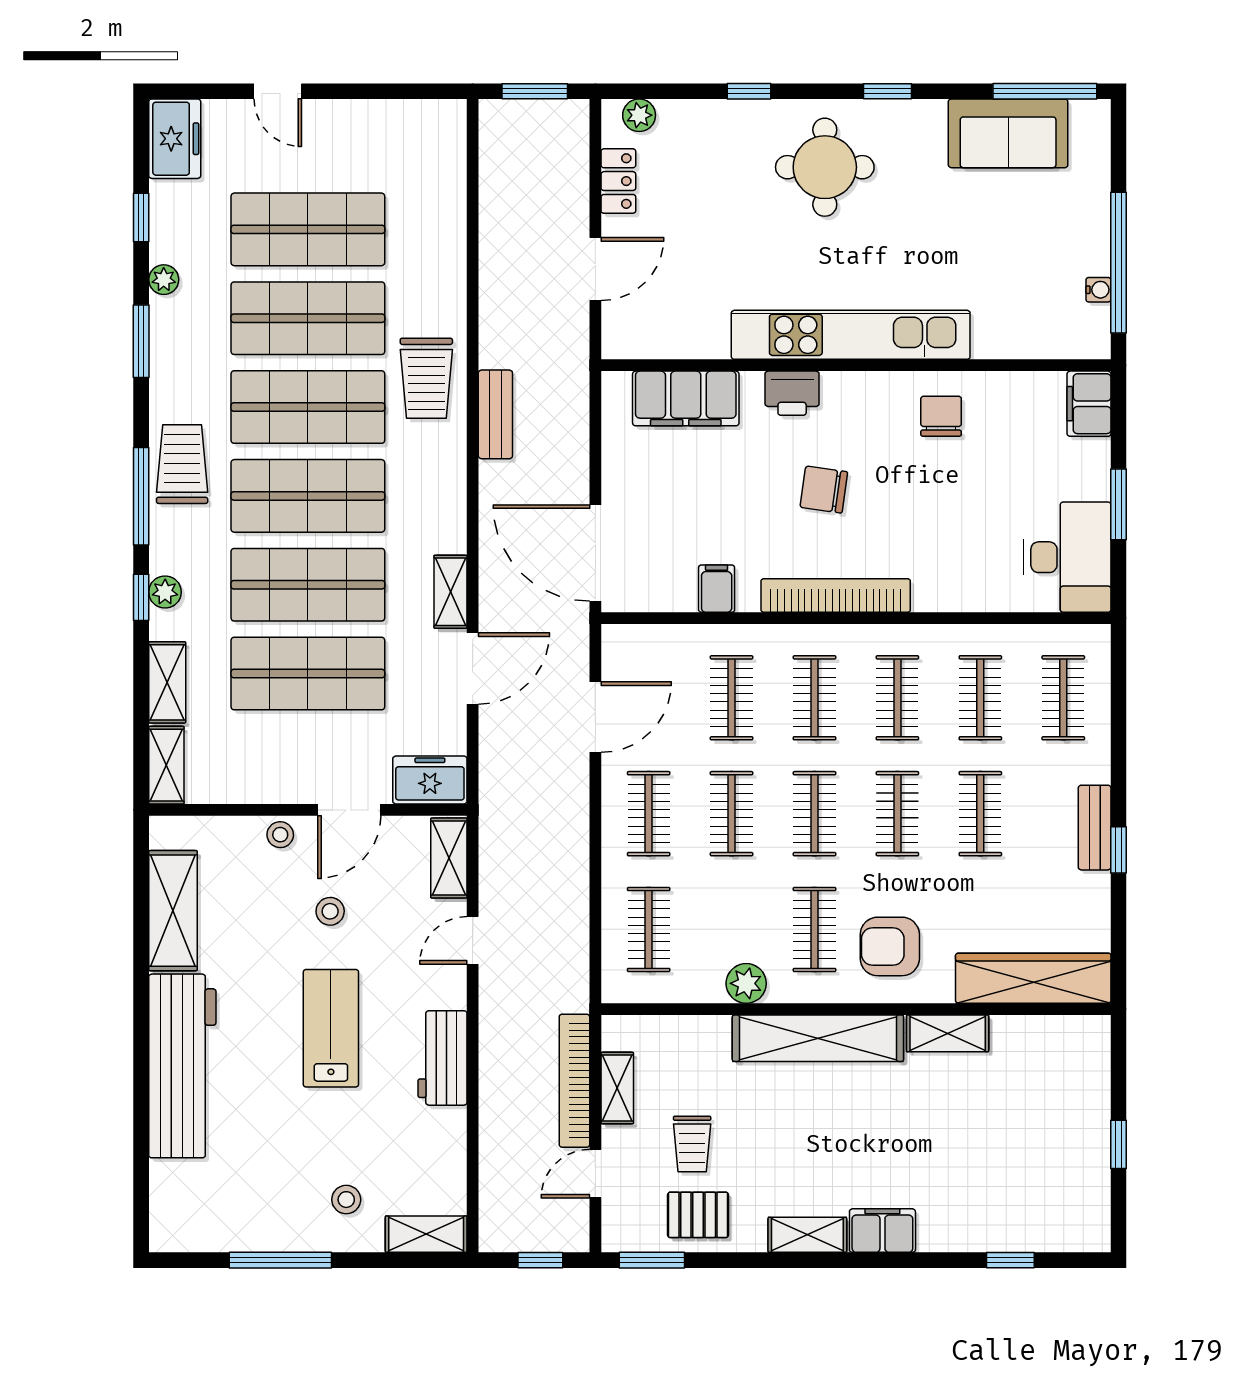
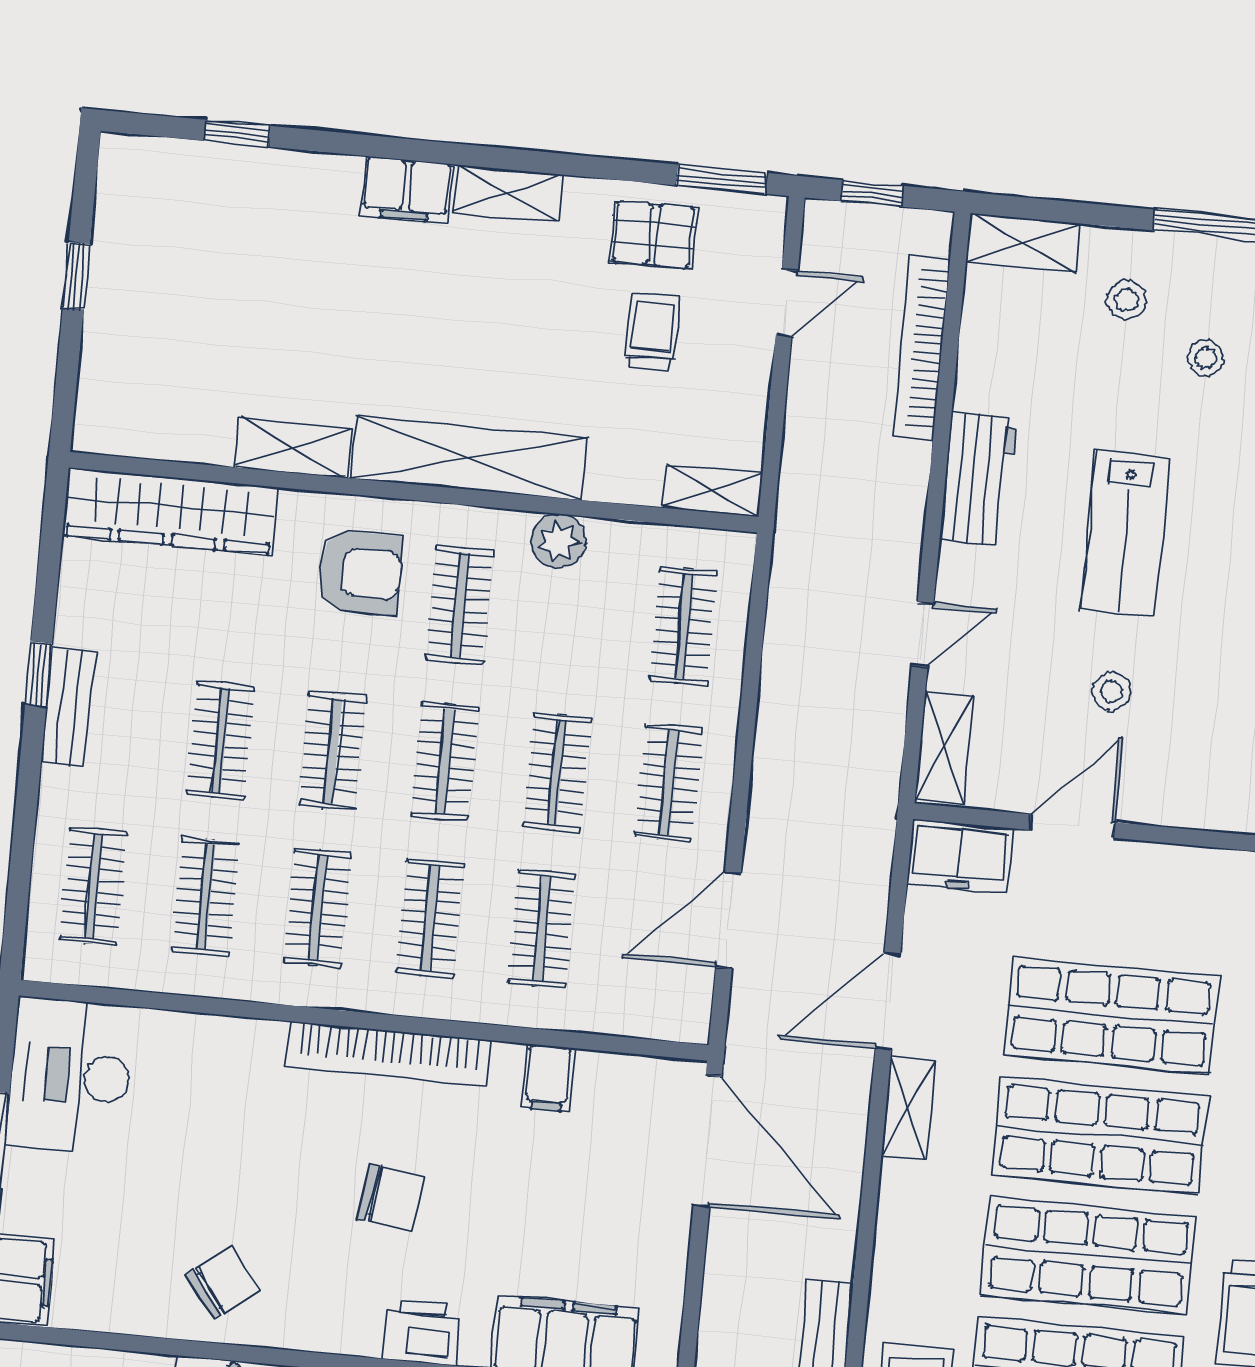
chair: (941, 416) -> (223, 1282), turned -127
stool: (280, 835) -> (1206, 358), moved
bookcase: (574, 1081) -> (921, 348), moved, turned 180
shelving: (617, 1088) -> (712, 491), moved, turned 90

